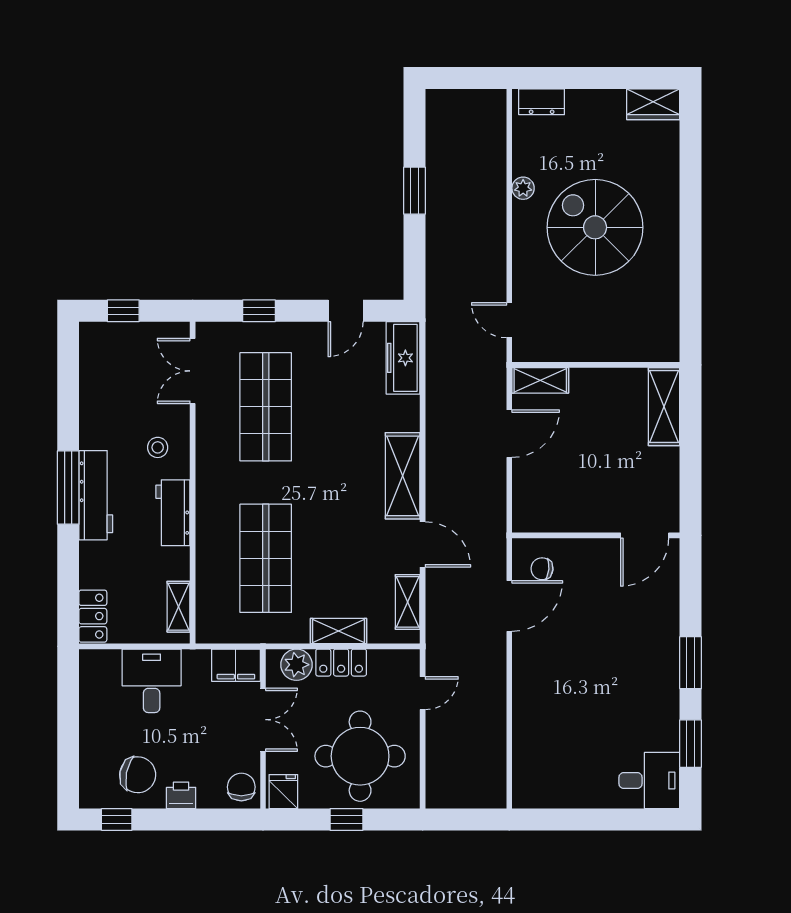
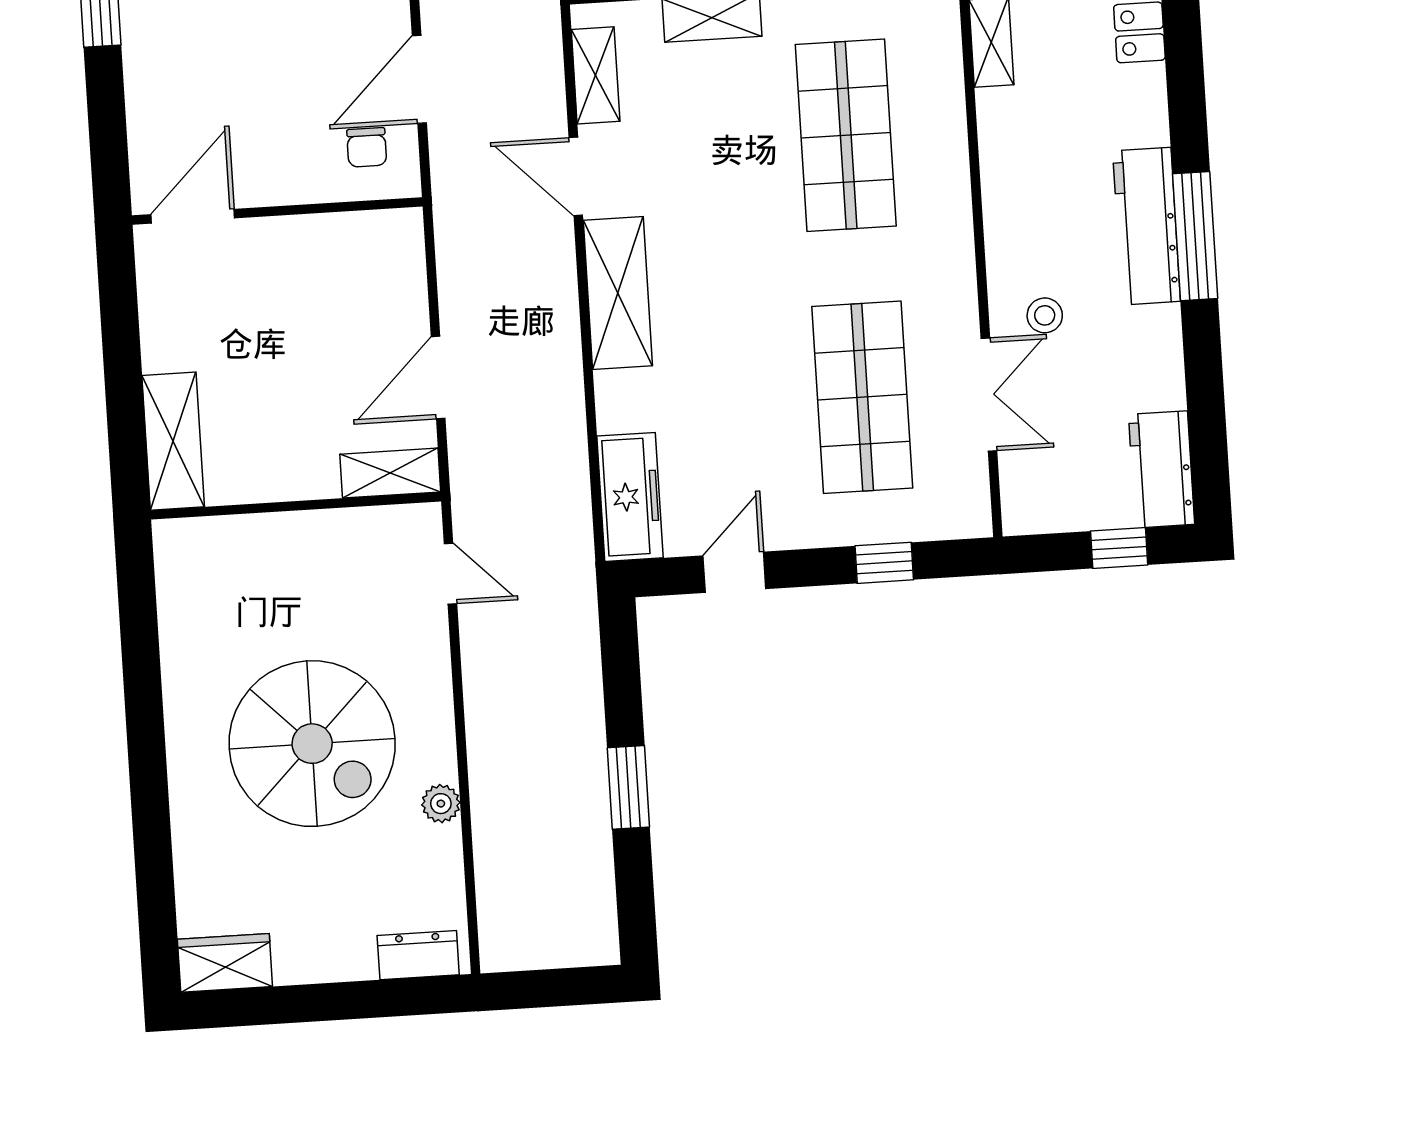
double door: (193, 371) -> (989, 394), moved
workbench: (173, 513) -> (1161, 469), moved, turned 180
chair: (542, 569) -> (367, 147), turned 85

